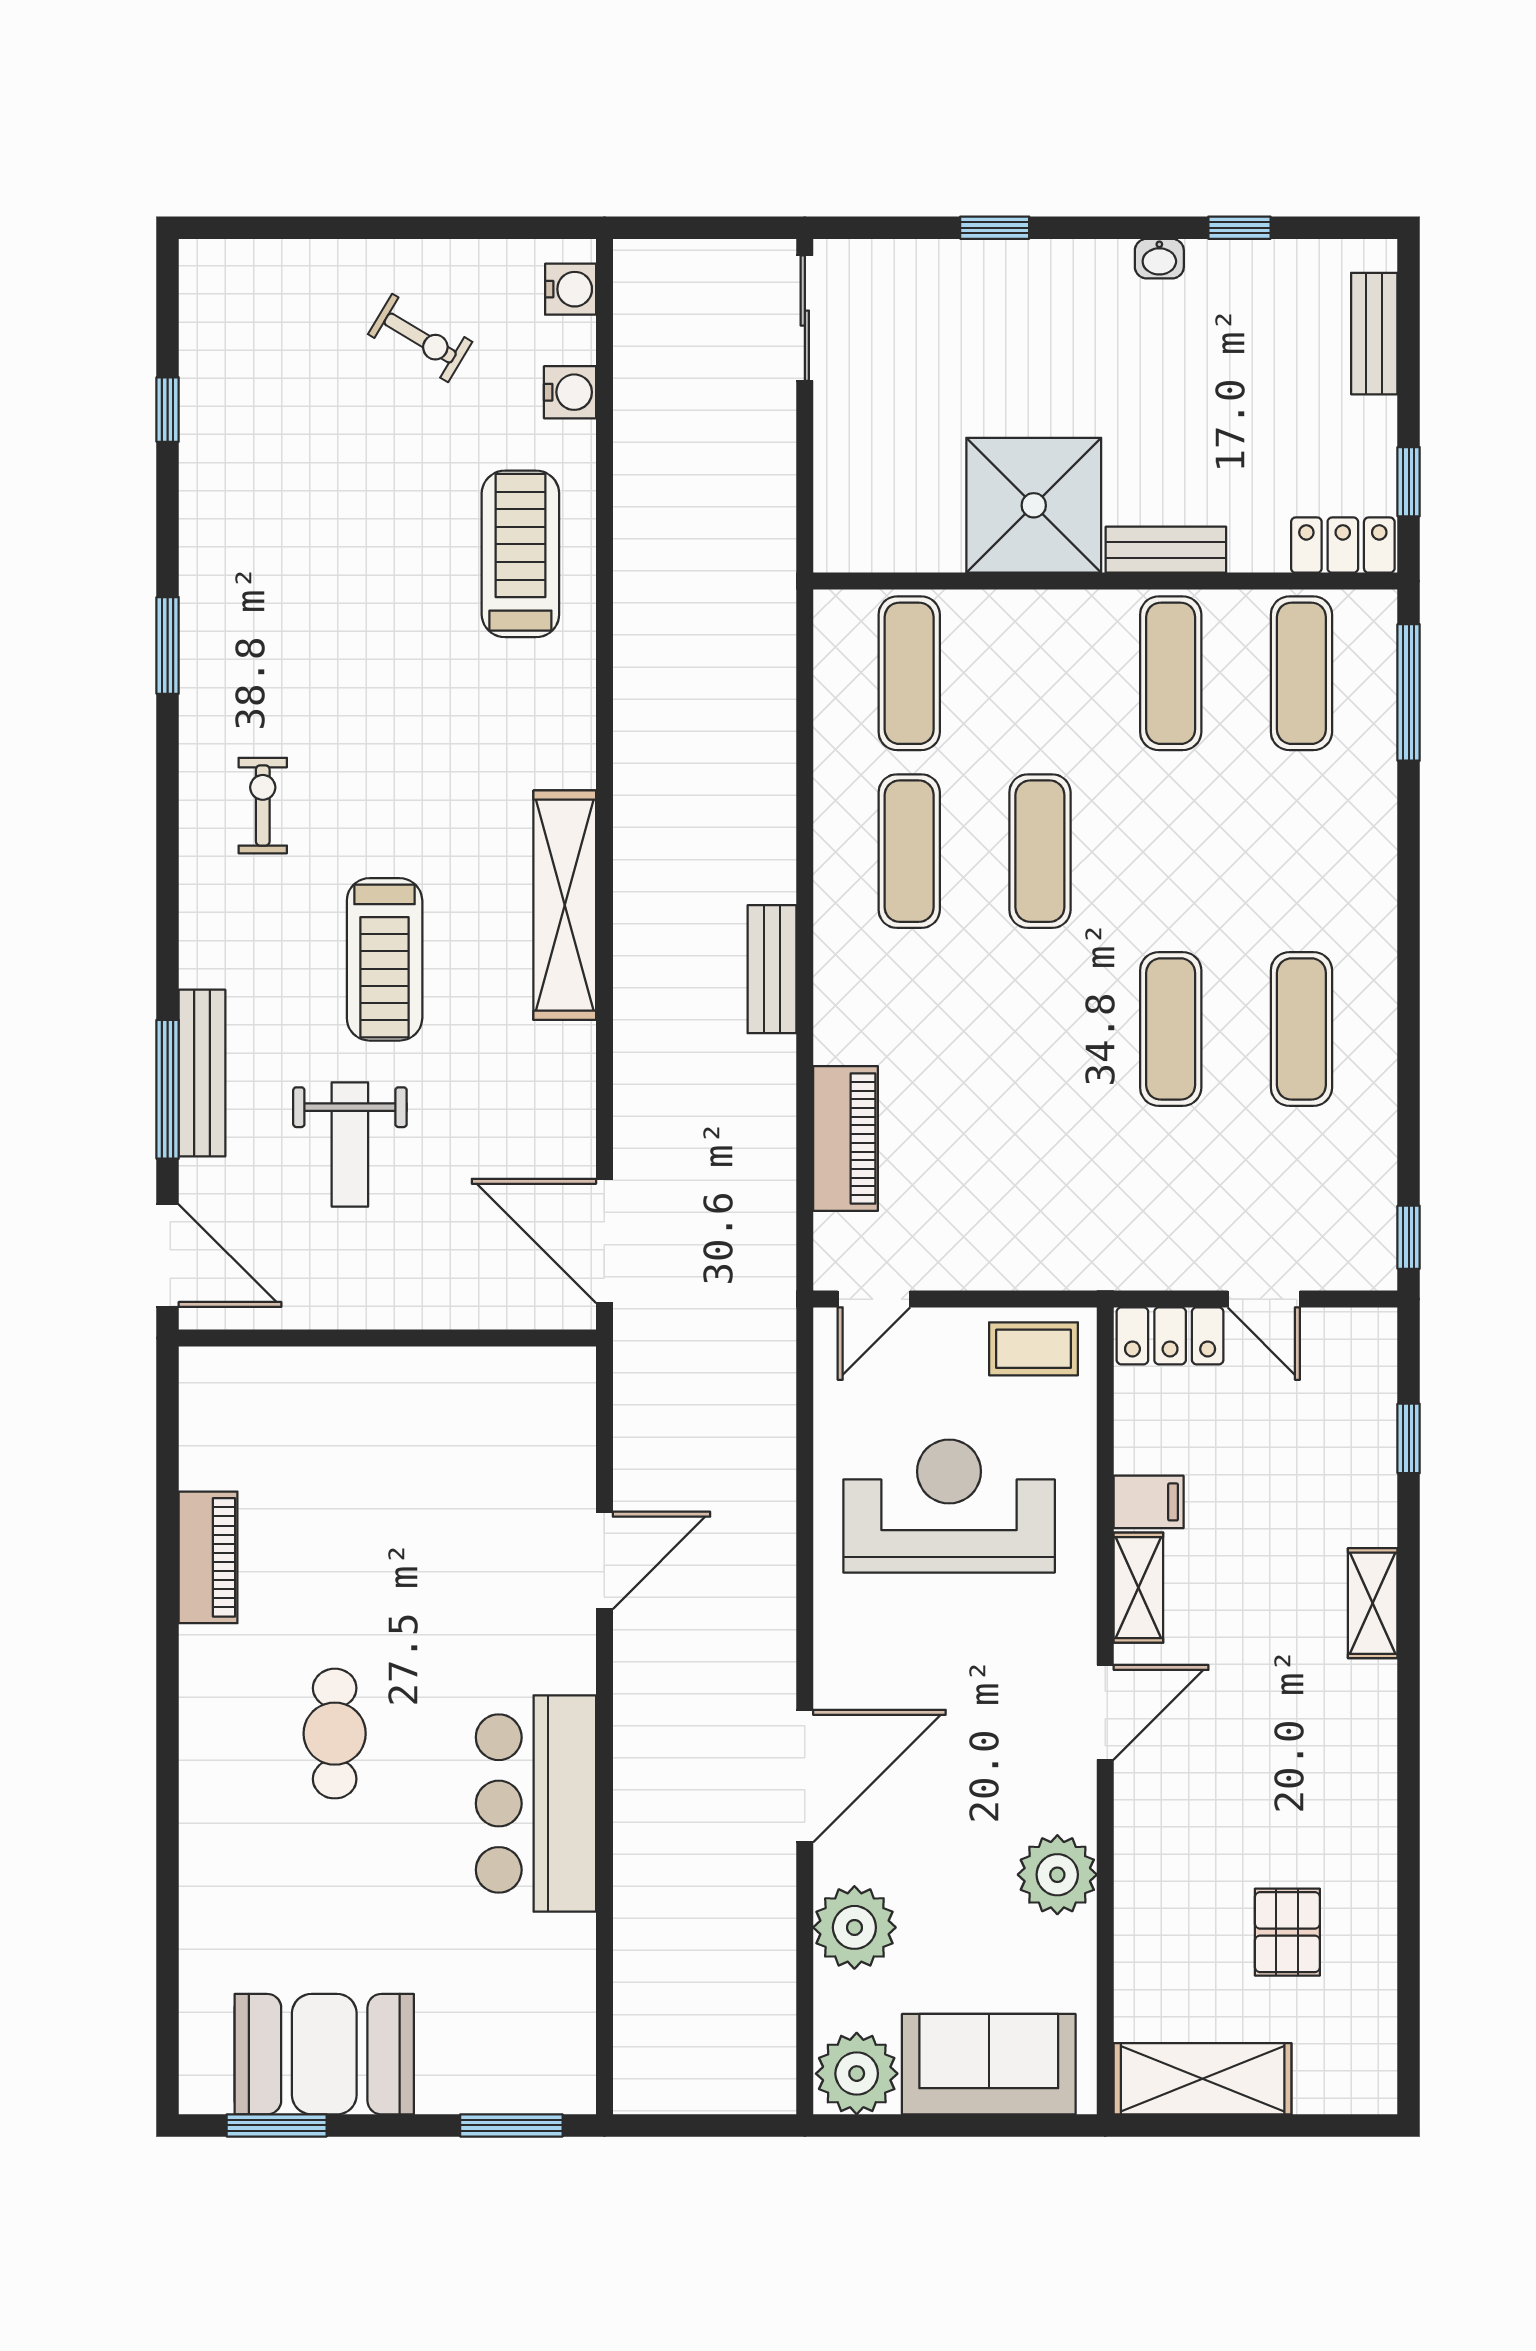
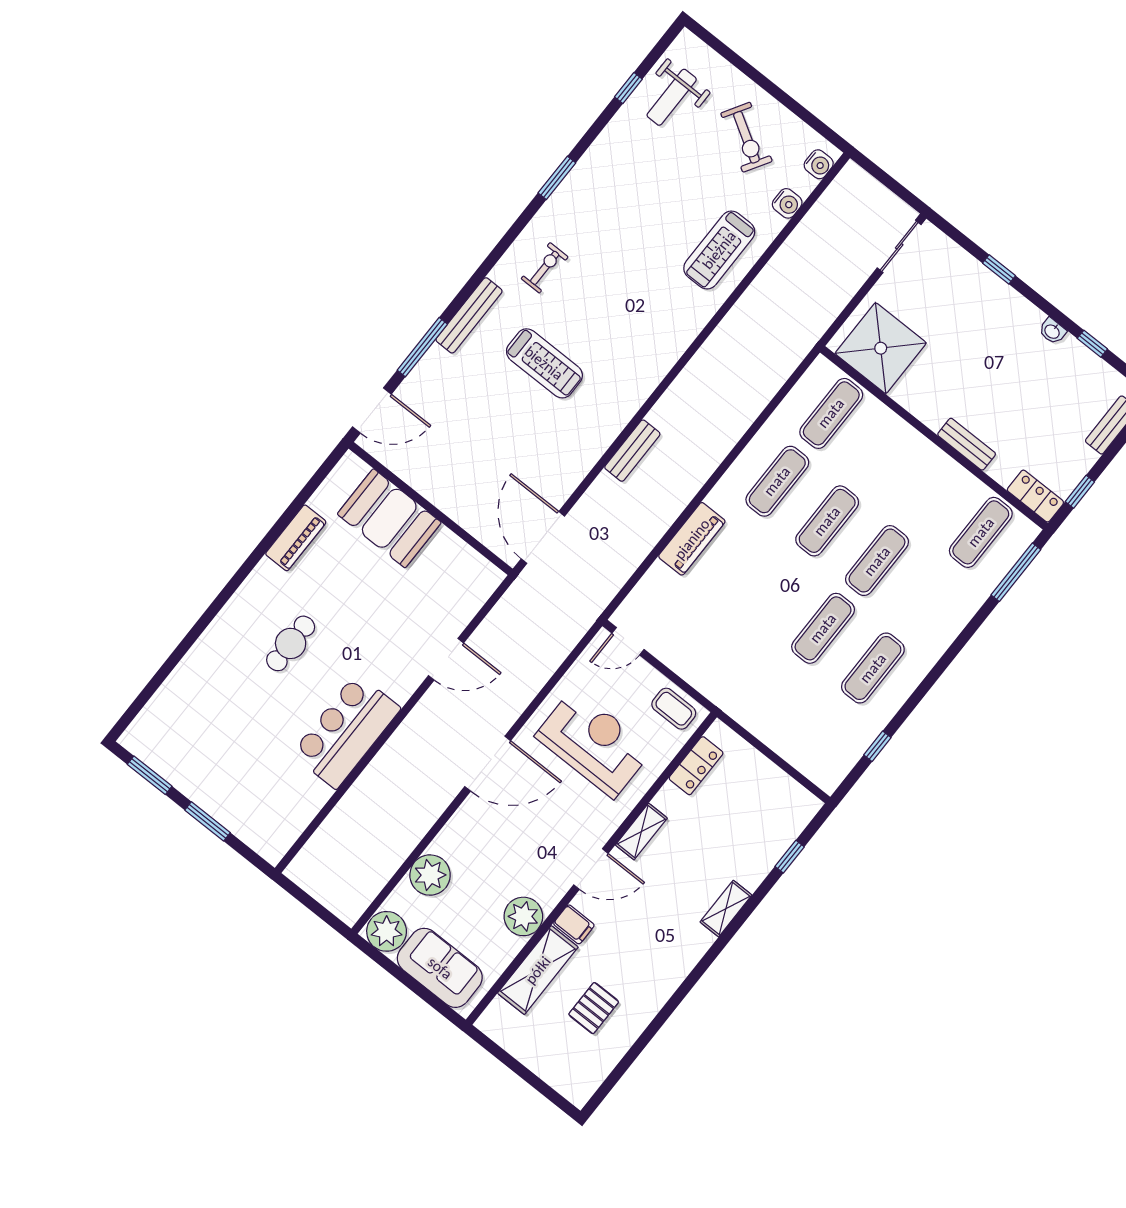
exercise bike: (420, 338) -> (746, 137), width x1.38, depth x1.39
shower: (1034, 505) -> (881, 348), moved
treadmill: (520, 554) -> (719, 250), turned 180
exercise mat: (1171, 673) -> (877, 561), moved
shelving: (565, 905) -> (630, 397), removed
treadmill: (385, 959) -> (544, 363), turned -90
bench: (772, 969) -> (632, 451), moved
bench: (202, 1073) -> (469, 315), moved
piano: (845, 1139) -> (692, 539), moved
weight bench: (350, 1145) -> (672, 97), moved
window: (1409, 1237) -> (877, 746), moved
door: (168, 1256) -> (372, 411), hinge flipped
door: (1264, 1299) -> (777, 760), removed
locker: (1170, 1336) -> (696, 766), moved, turned -90
filing cabinet: (1149, 1502) -> (574, 924), moved
door: (805, 1776) -> (488, 764), moved
booth: (324, 2054) -> (389, 518), moved
shelving: (1203, 2079) -> (538, 970), moved, turned 90
window: (511, 2125) -> (208, 821), moved

